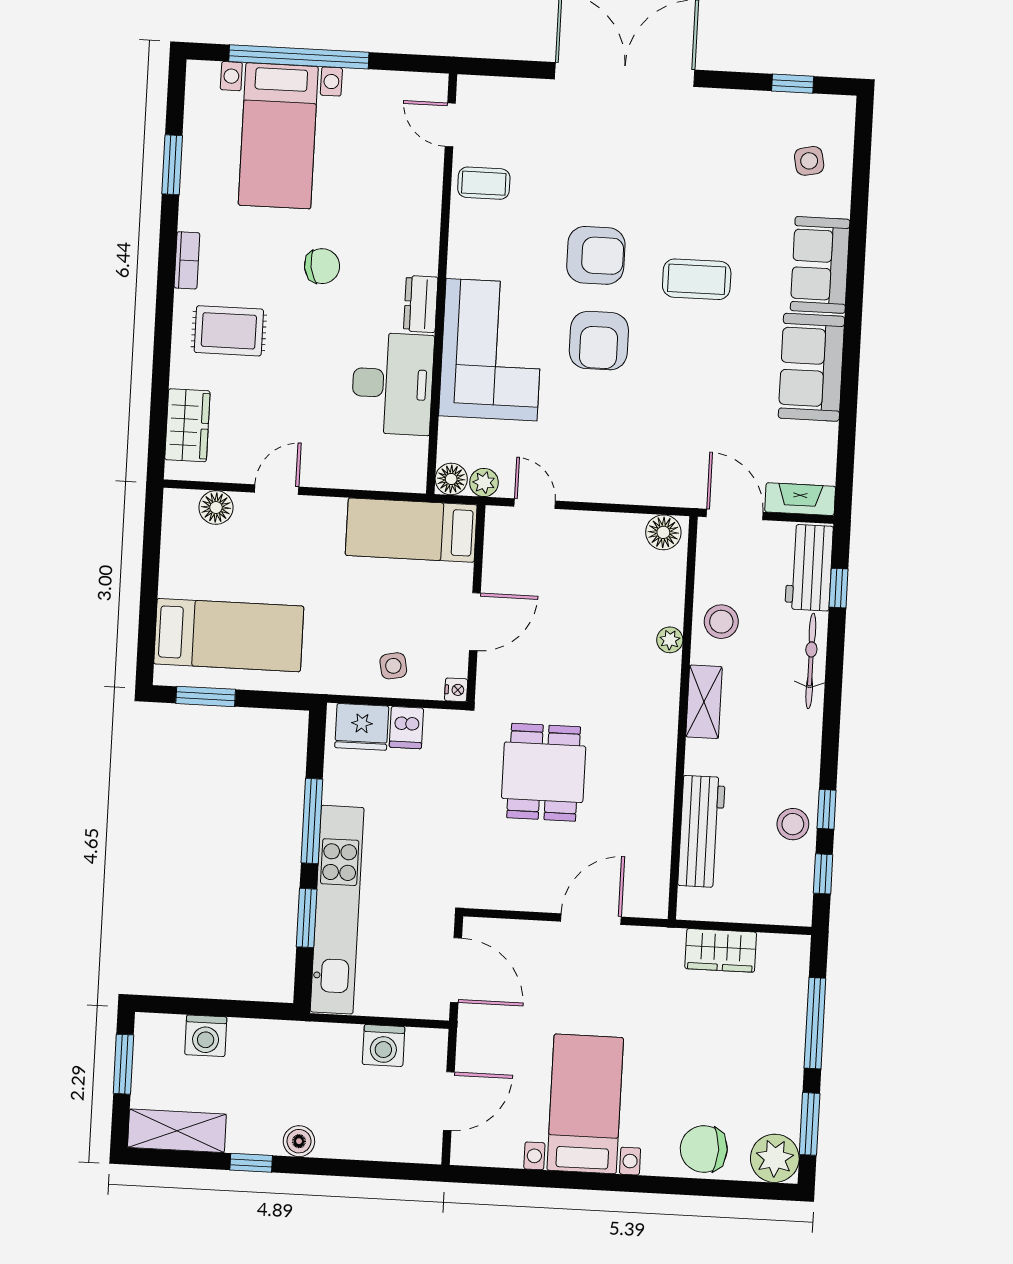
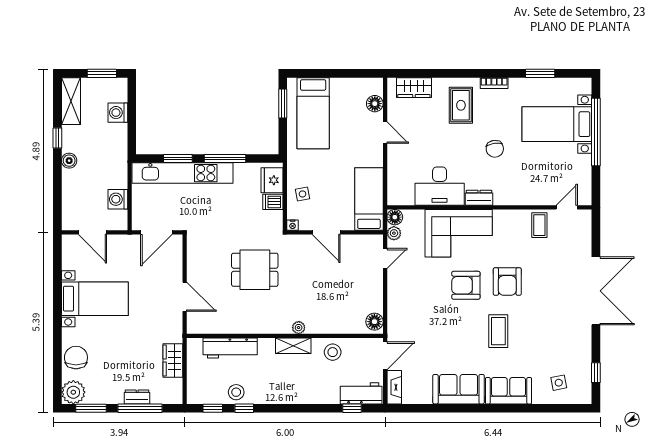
plant: (670, 640) -> (299, 328), moved
bicycle: (811, 661) -> (316, 397), removed
dresser: (791, 1028) -> (137, 397), added

